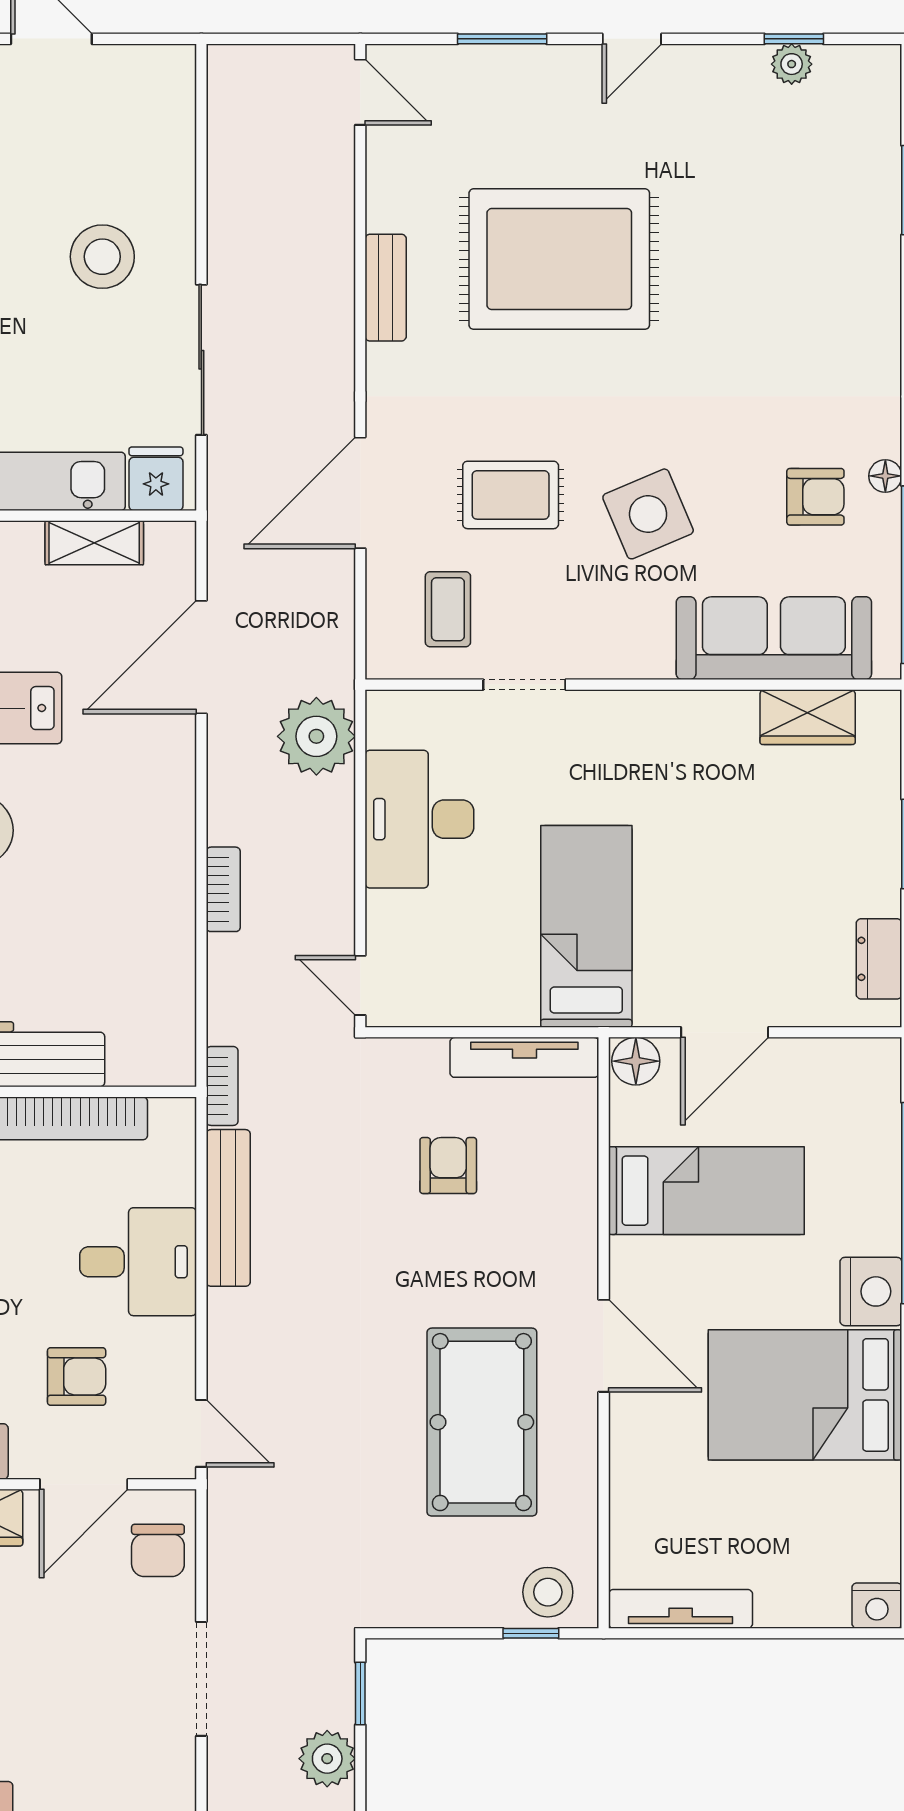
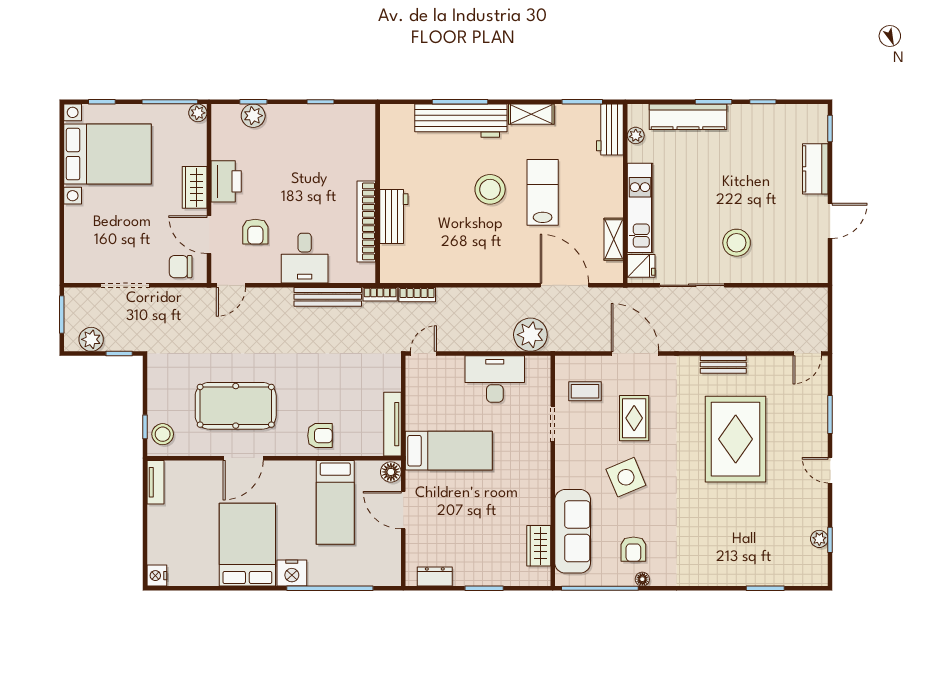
bookcase: (223, 889) -> (417, 295), moved
armchair: (448, 1166) -> (320, 436), moved
door: (604, 1346) -> (243, 458), moved
tv unit: (681, 1609) -> (155, 482), width x0.71

